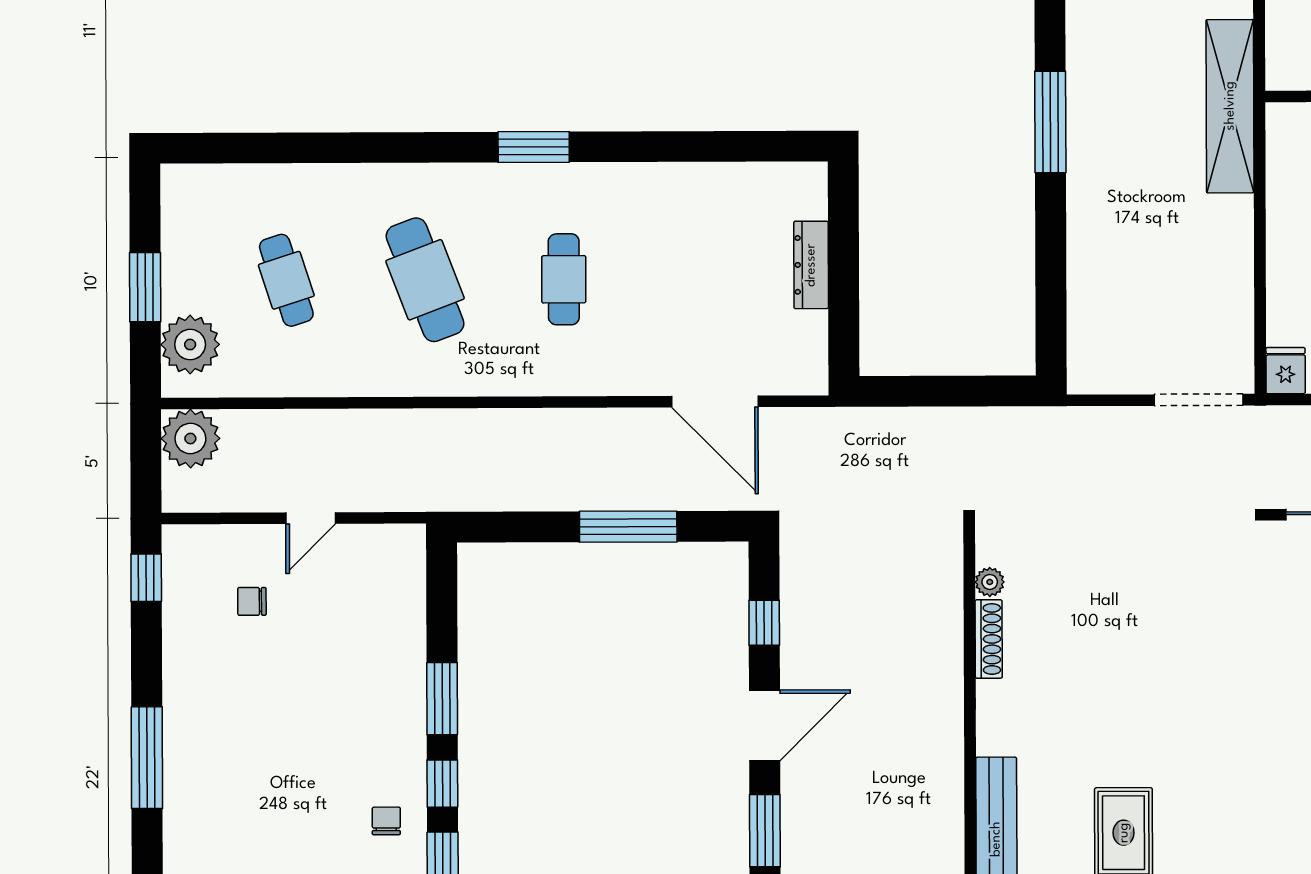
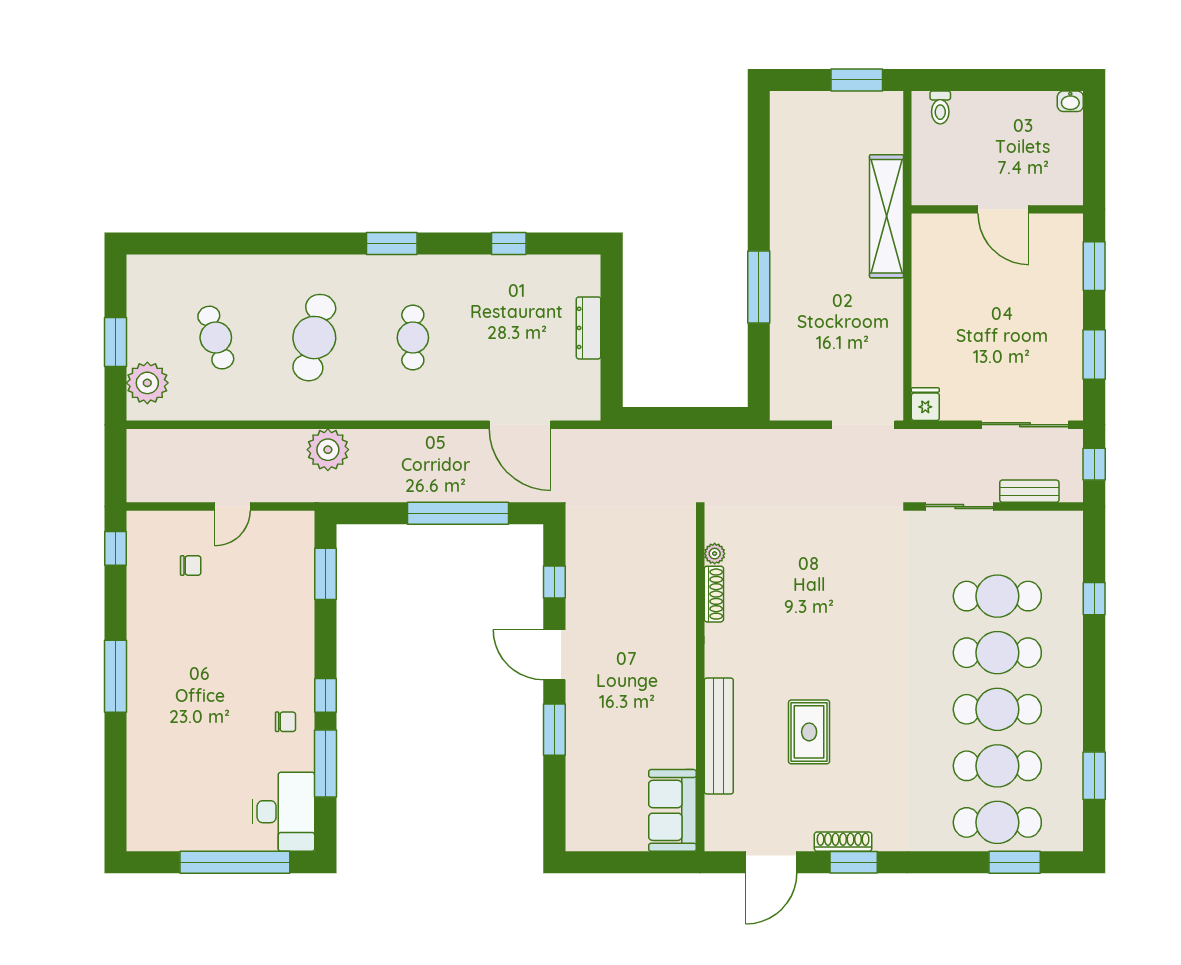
window: (1050, 122) -> (759, 287), moved
window: (698, 146) -> (509, 243), added
cafe table: (425, 280) -> (314, 338), turned 33
plant: (190, 439) -> (328, 450), moved
window: (628, 527) -> (458, 513), width x1.46
chair: (252, 601) -> (191, 566), turned 180
window: (442, 699) -> (325, 574), moved
door: (765, 725) -> (554, 655), swing flipped
chair: (386, 821) -> (285, 722), turned 90

